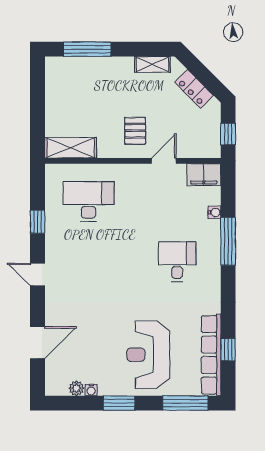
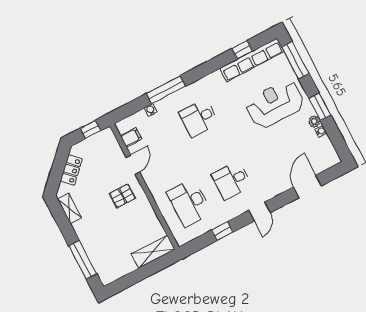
shelving: (71, 148) -> (153, 252), moved, turned 90
door: (164, 161) -> (133, 165), swing flipped
filing cabinet: (204, 175) -> (131, 137), width x0.50
desk: (89, 262) -> (232, 180), added
door: (38, 343) -> (307, 186), hinge flipped
reception desk: (148, 355) -> (275, 104), turned 180
plant: (76, 388) -> (314, 121), moved

